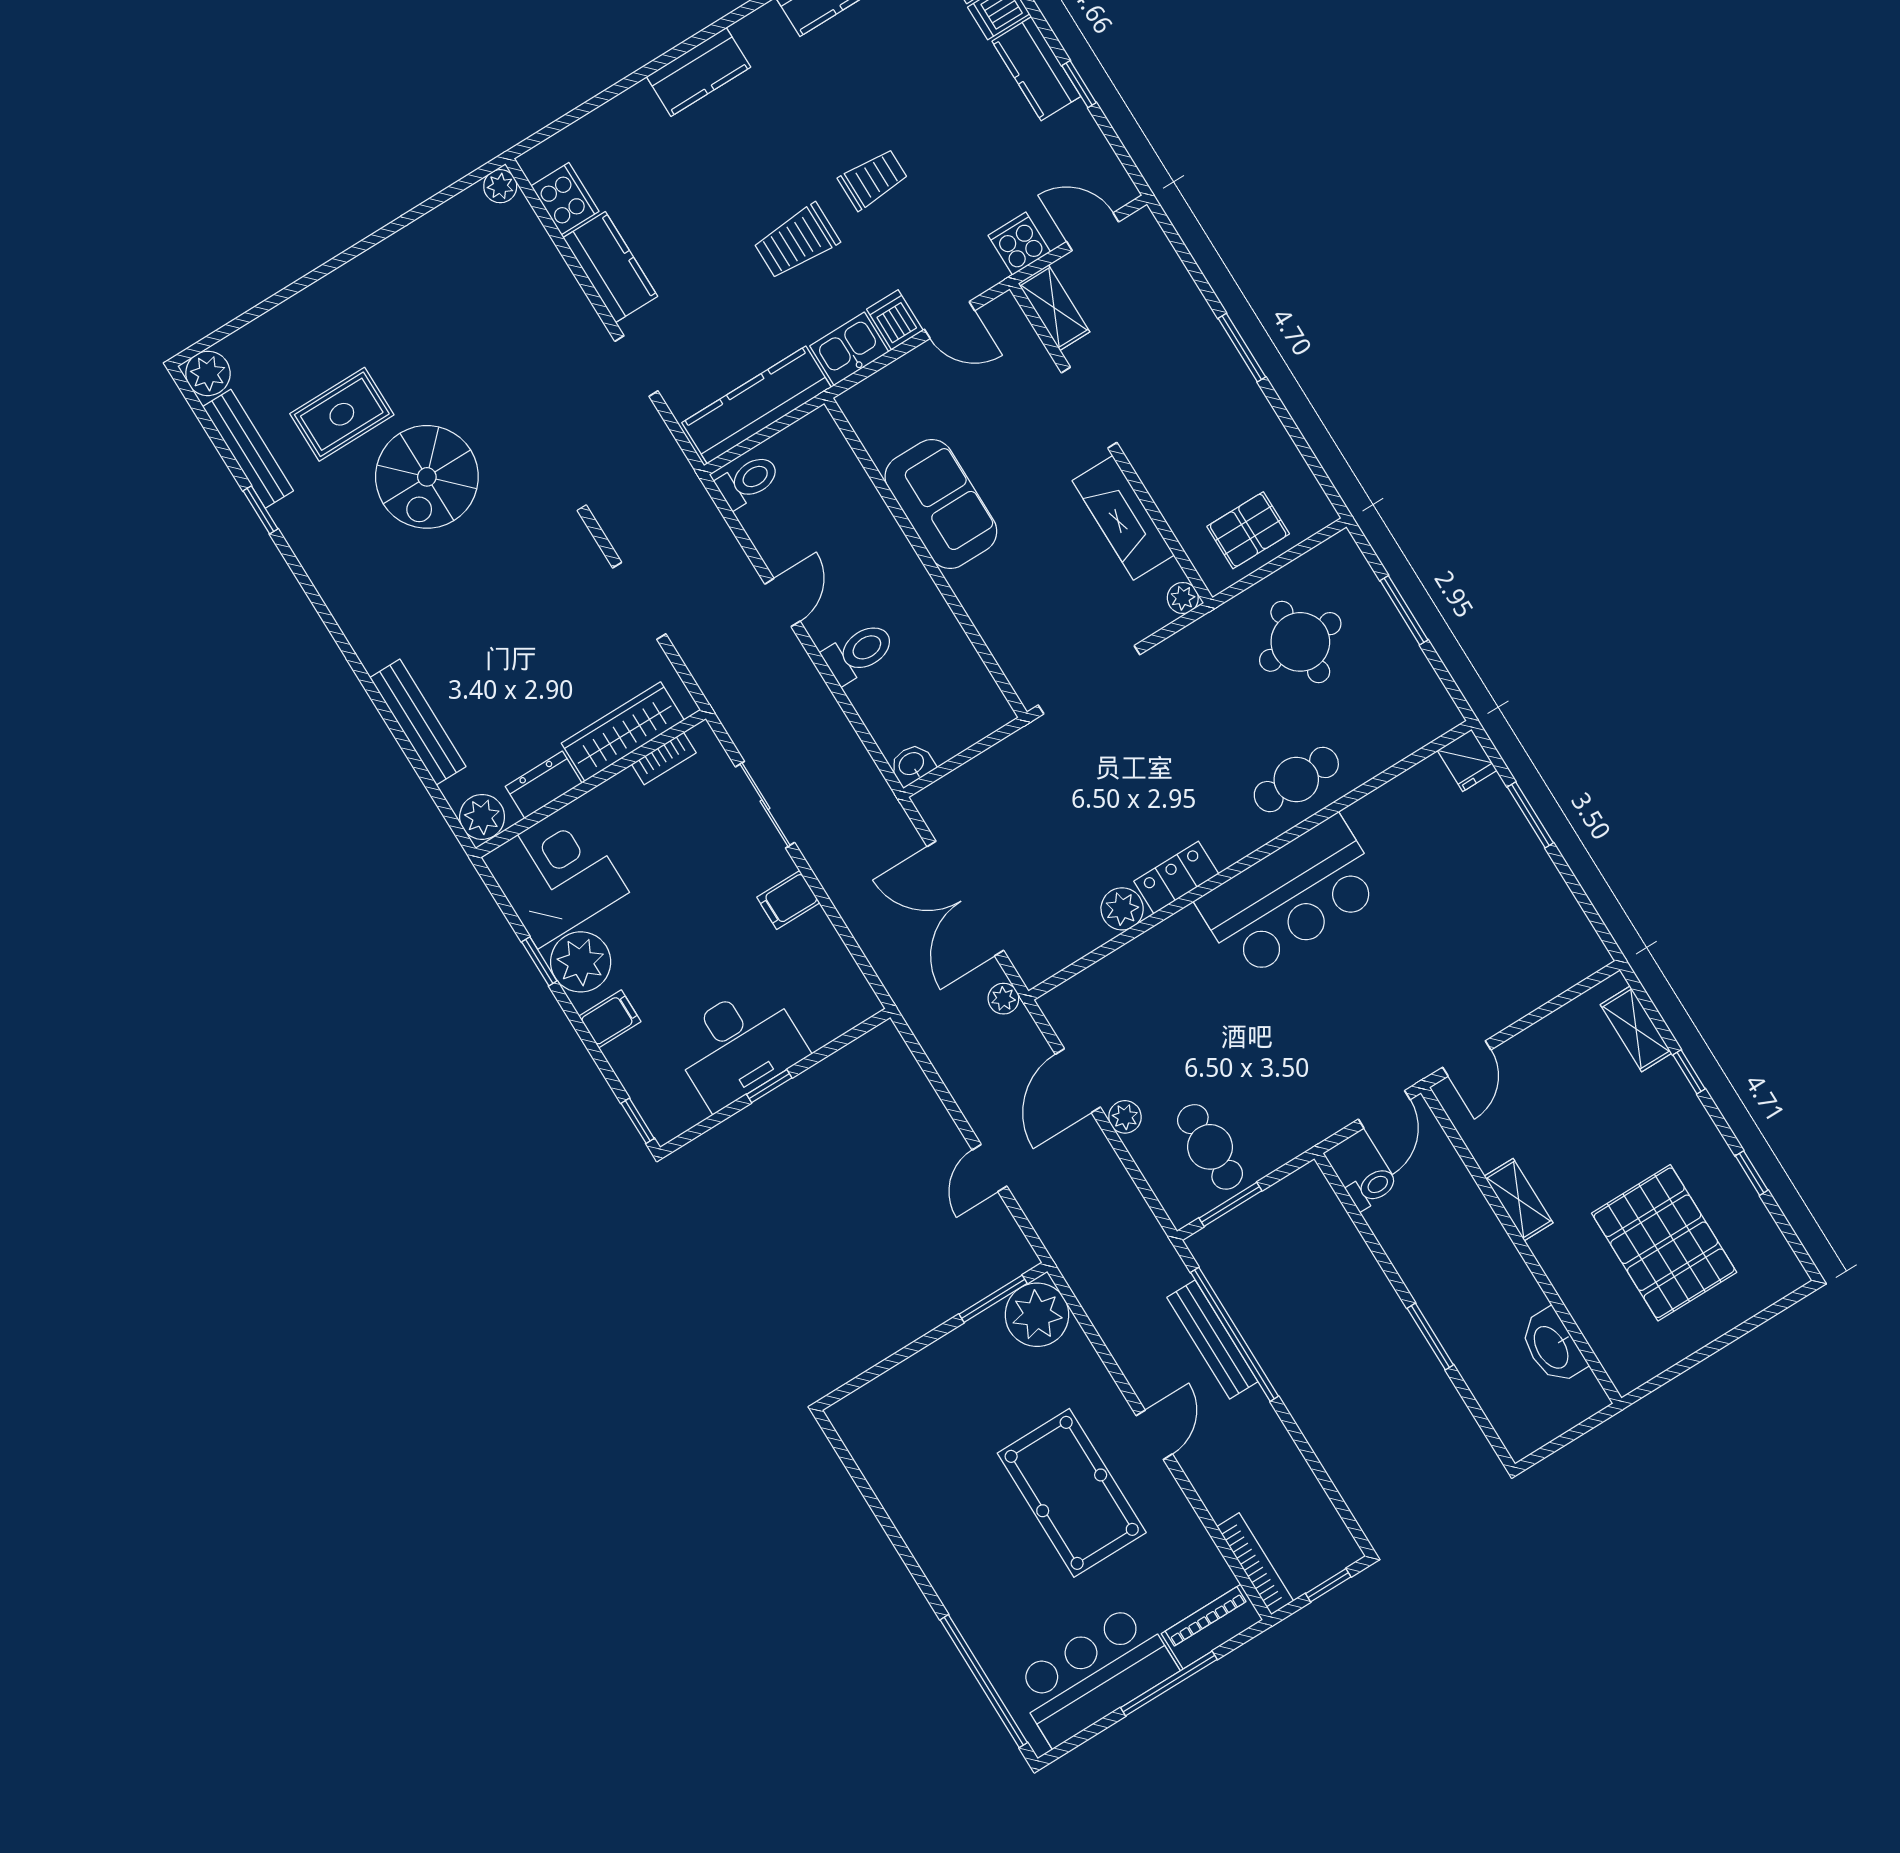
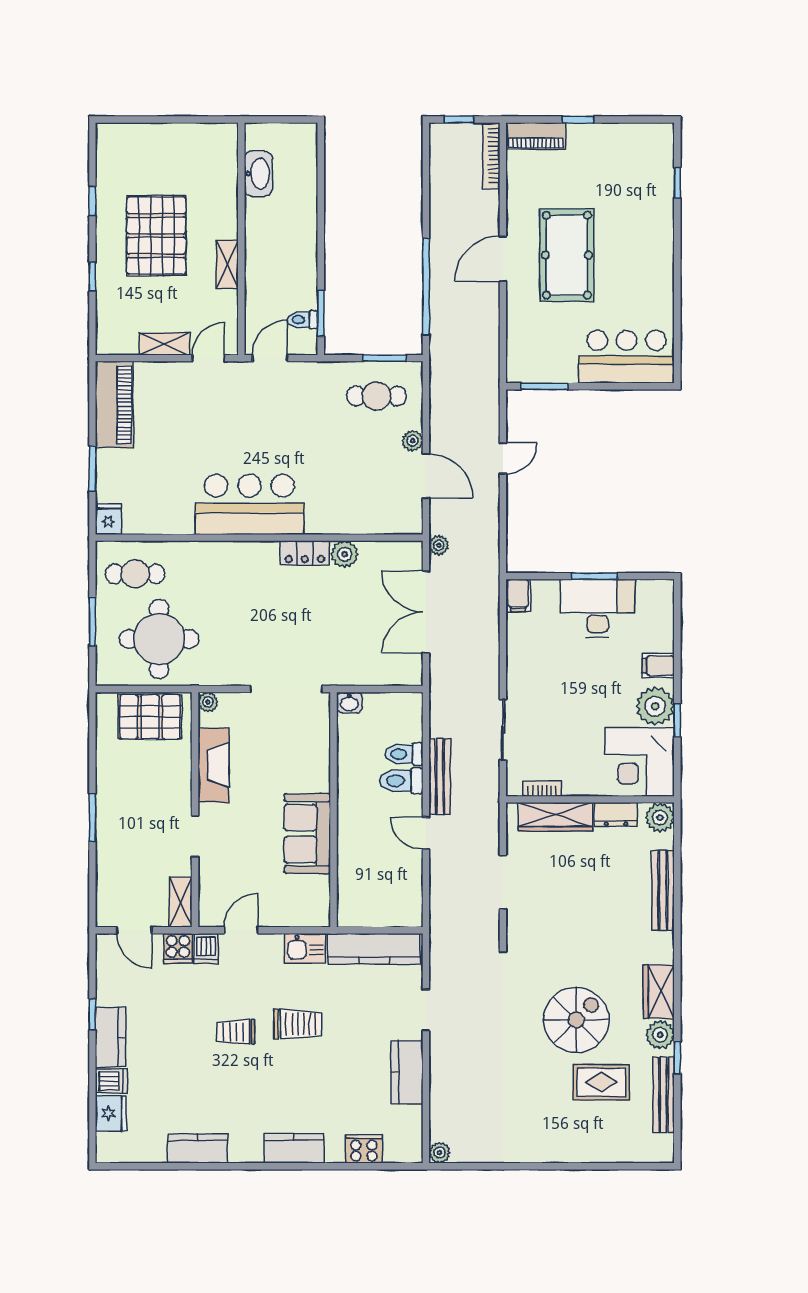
cooker: (565, 199) -> (364, 1149), moved, turned 90
dishwasher: (895, 320) -> (206, 949), moved
door: (950, 320) -> (241, 930), hinge flipped
plant: (208, 373) -> (660, 1035), moved
doorway: (1089, 408) -> (195, 836), width x0.73
toilet: (748, 481) -> (404, 754), moved
pallet: (1248, 530) -> (150, 717), width x1.50, depth x1.42
wardrobe: (340, 583) -> (659, 992), added
door: (783, 603) -> (426, 833), hinge flipped
round table: (1300, 642) -> (159, 639), width x1.36, depth x1.36
washbasin: (912, 764) -> (349, 702), moved
cafe table: (1296, 780) -> (135, 574), moved
double door: (965, 898) -> (426, 612), swing flipped
filing cabinet: (788, 900) -> (518, 595), moved, turned 90
piano: (1554, 919) -> (114, 404), added
shelving: (1636, 1029) -> (164, 344), moved, turned 90
door: (1078, 1081) -> (426, 476), hinge flipped
window: (769, 1086) -> (595, 576), width x1.50
window: (638, 1121) -> (677, 601), removed
cafe table: (1210, 1147) -> (377, 396), turned 90
pallet: (1664, 1243) -> (156, 236), moved
plant: (1037, 1315) -> (526, 363), removed
window: (1430, 1337) -> (321, 313), moved
bench: (1212, 1340) -> (440, 776), moved
door: (1154, 1435) -> (503, 259), width x1.38
bar counter: (1095, 1675) -> (627, 357), moved, turned 180
window: (984, 1681) -> (677, 183), width x0.32
window: (1169, 1684) -> (578, 120), width x0.46

